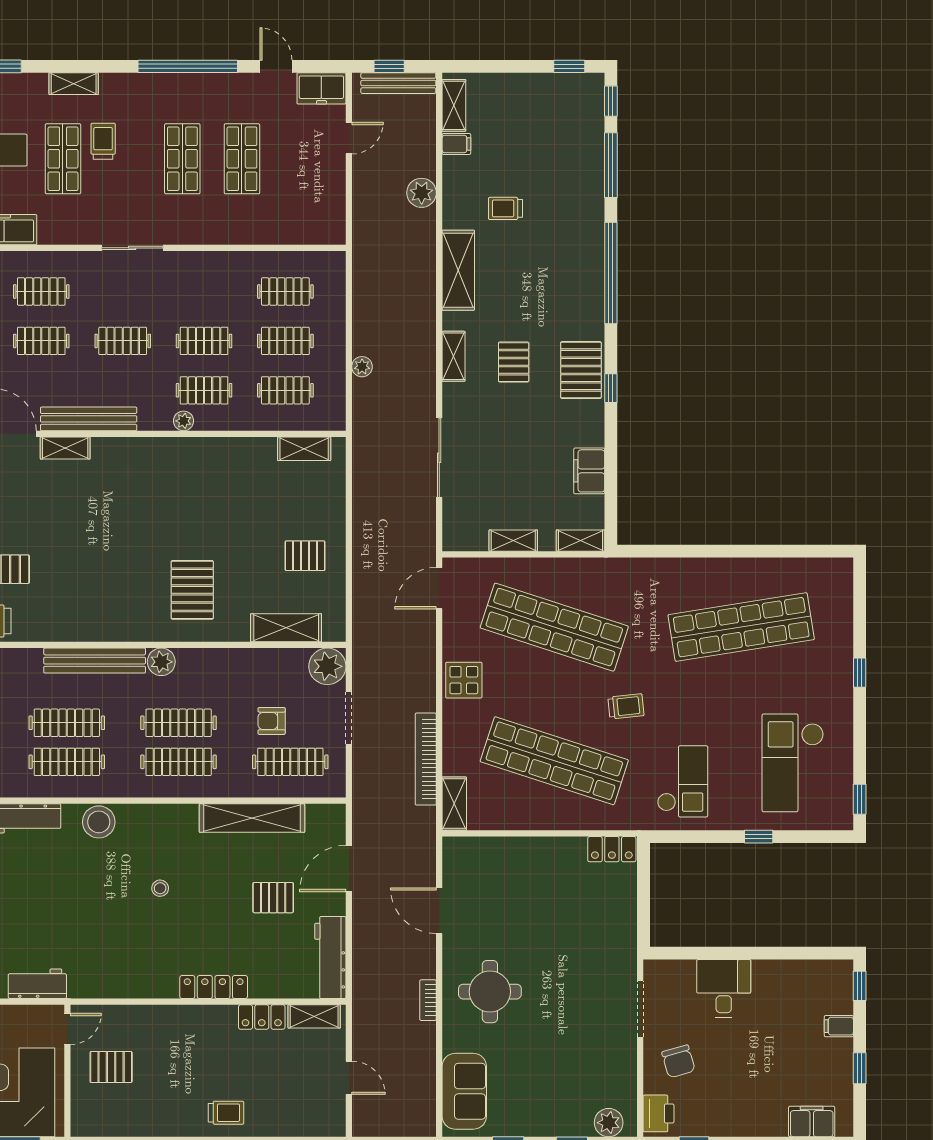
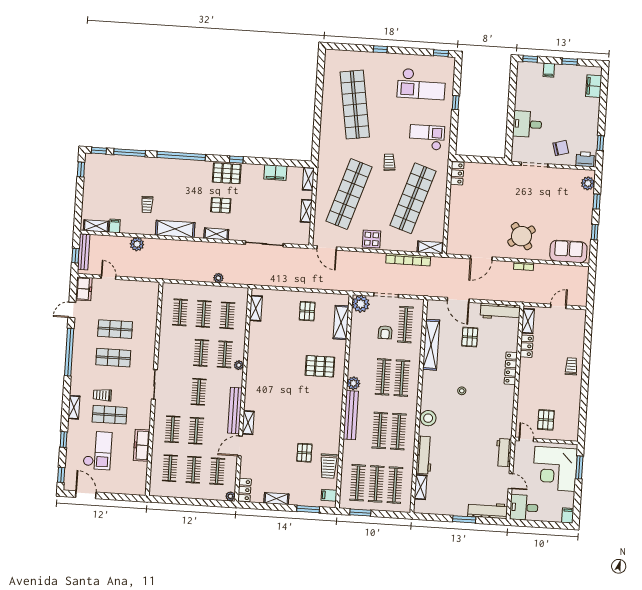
round table: (490, 992) -> (521, 236), turned -36

